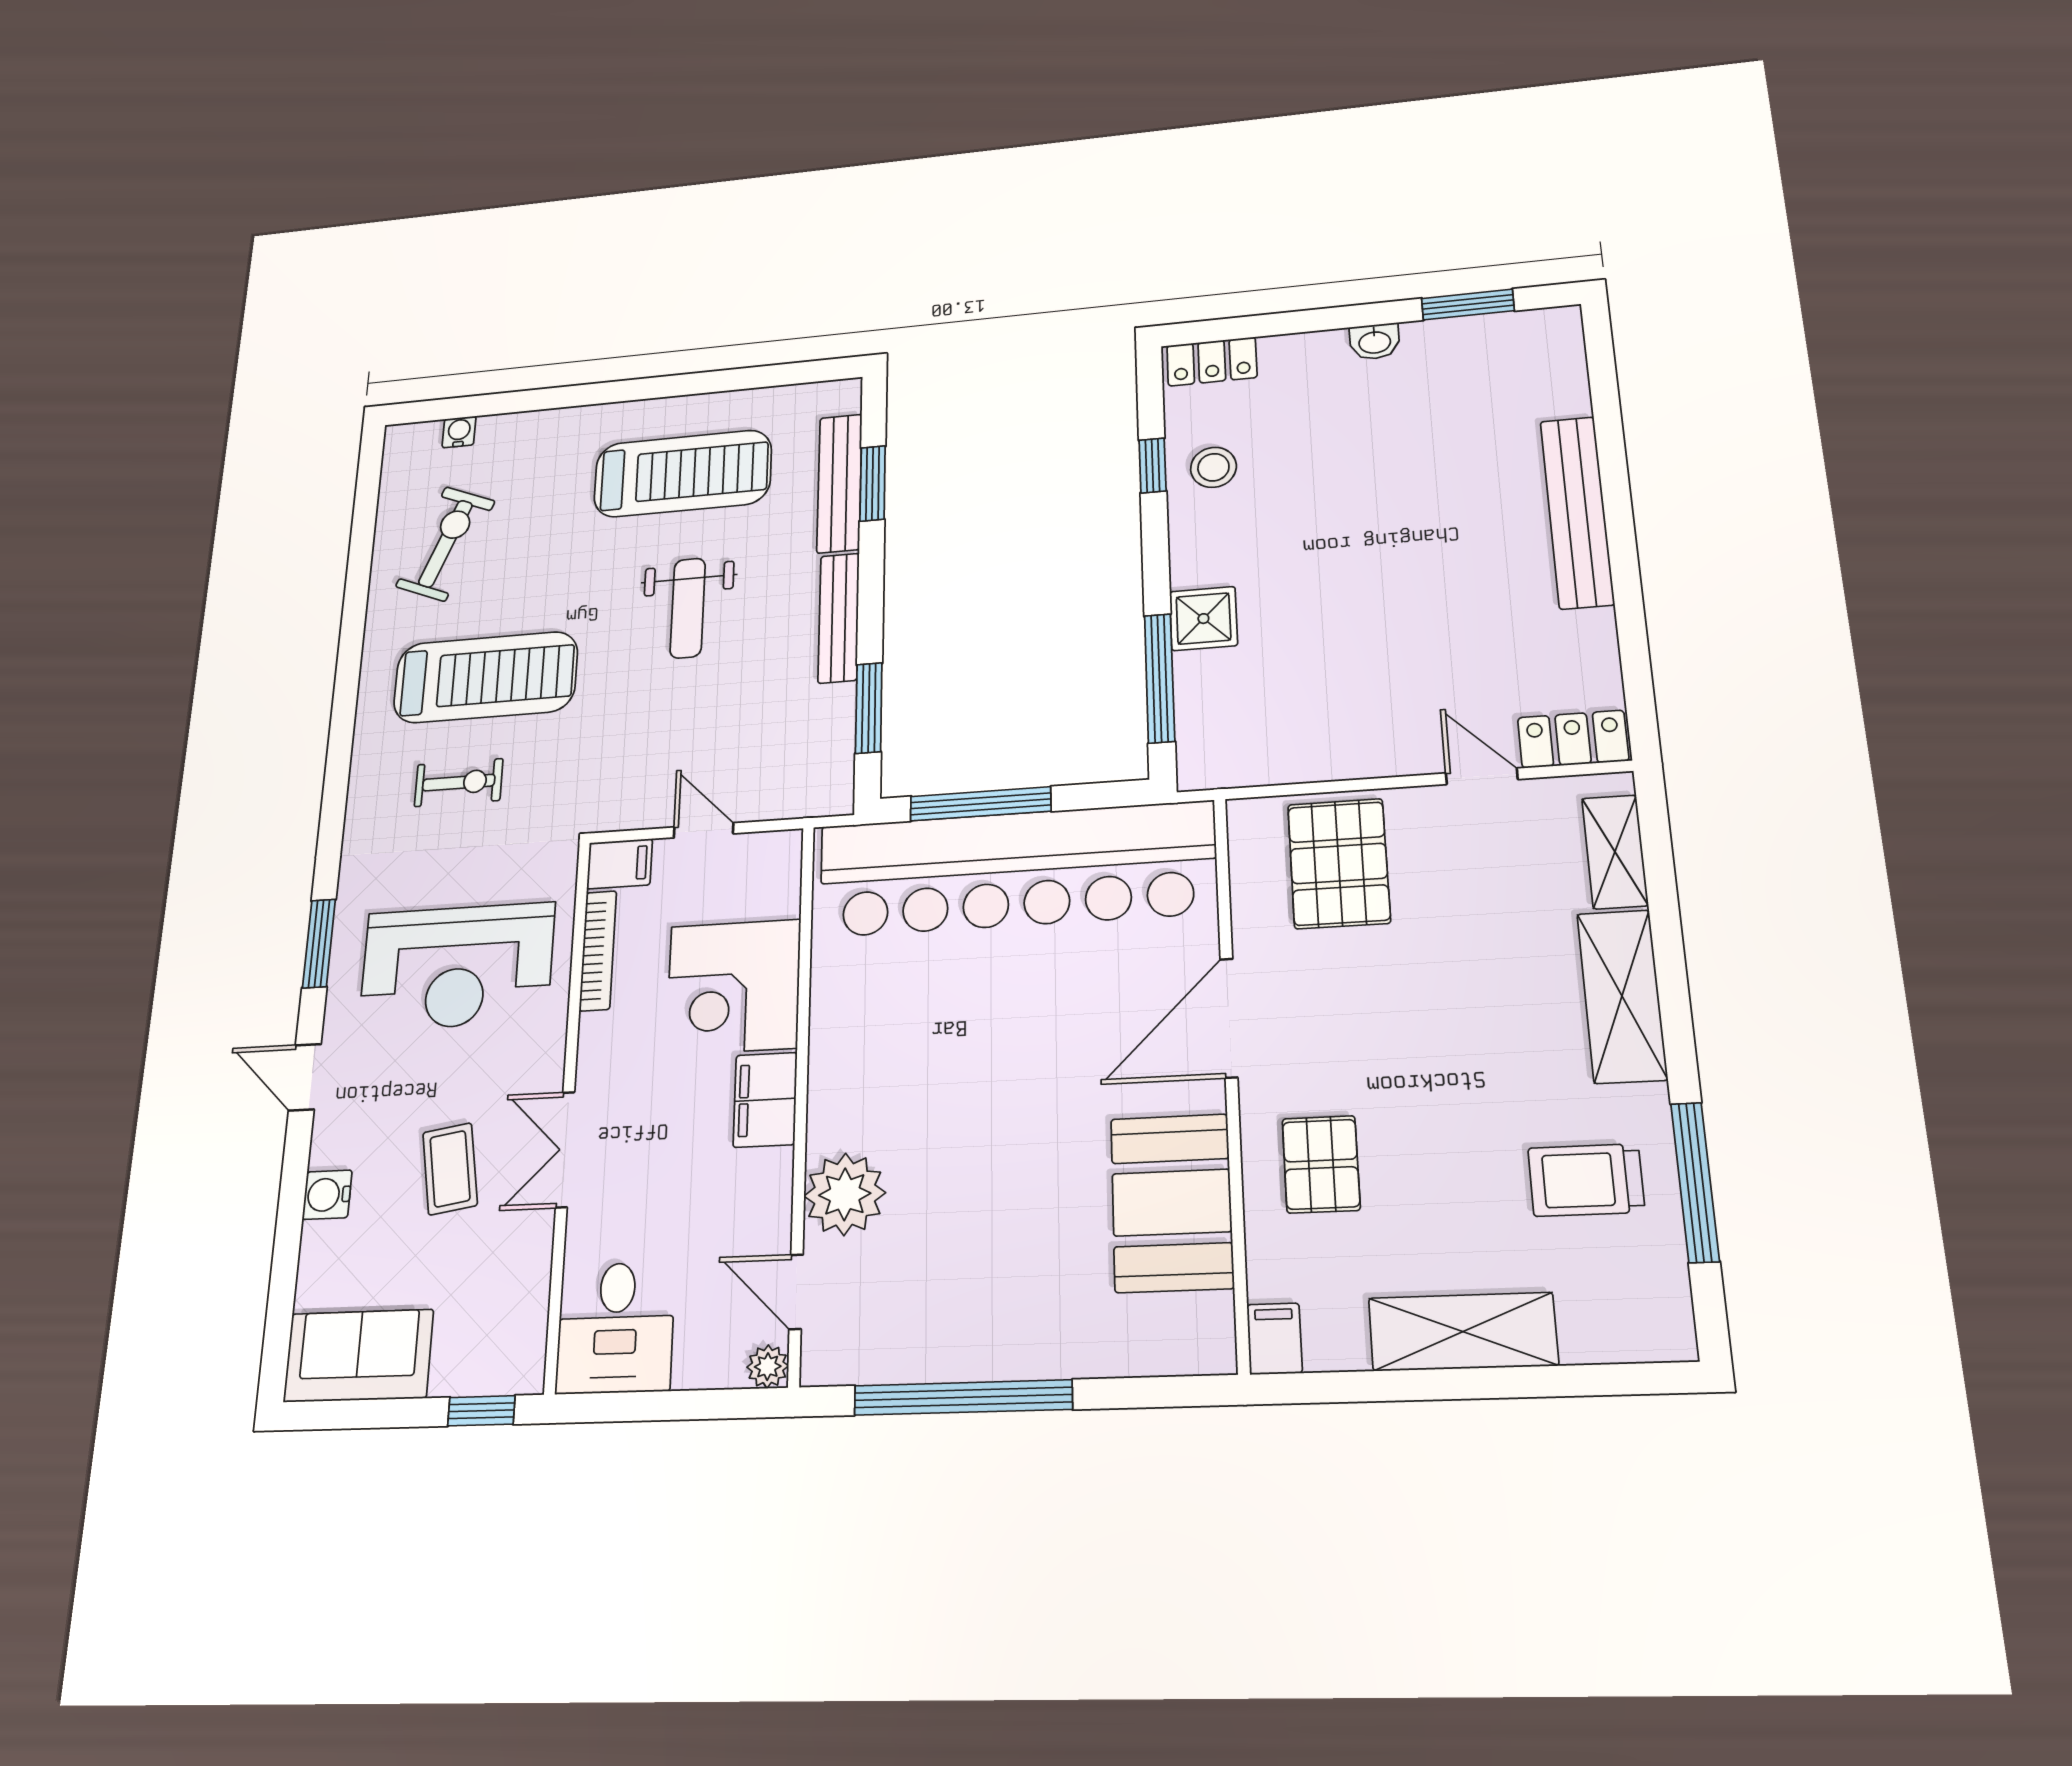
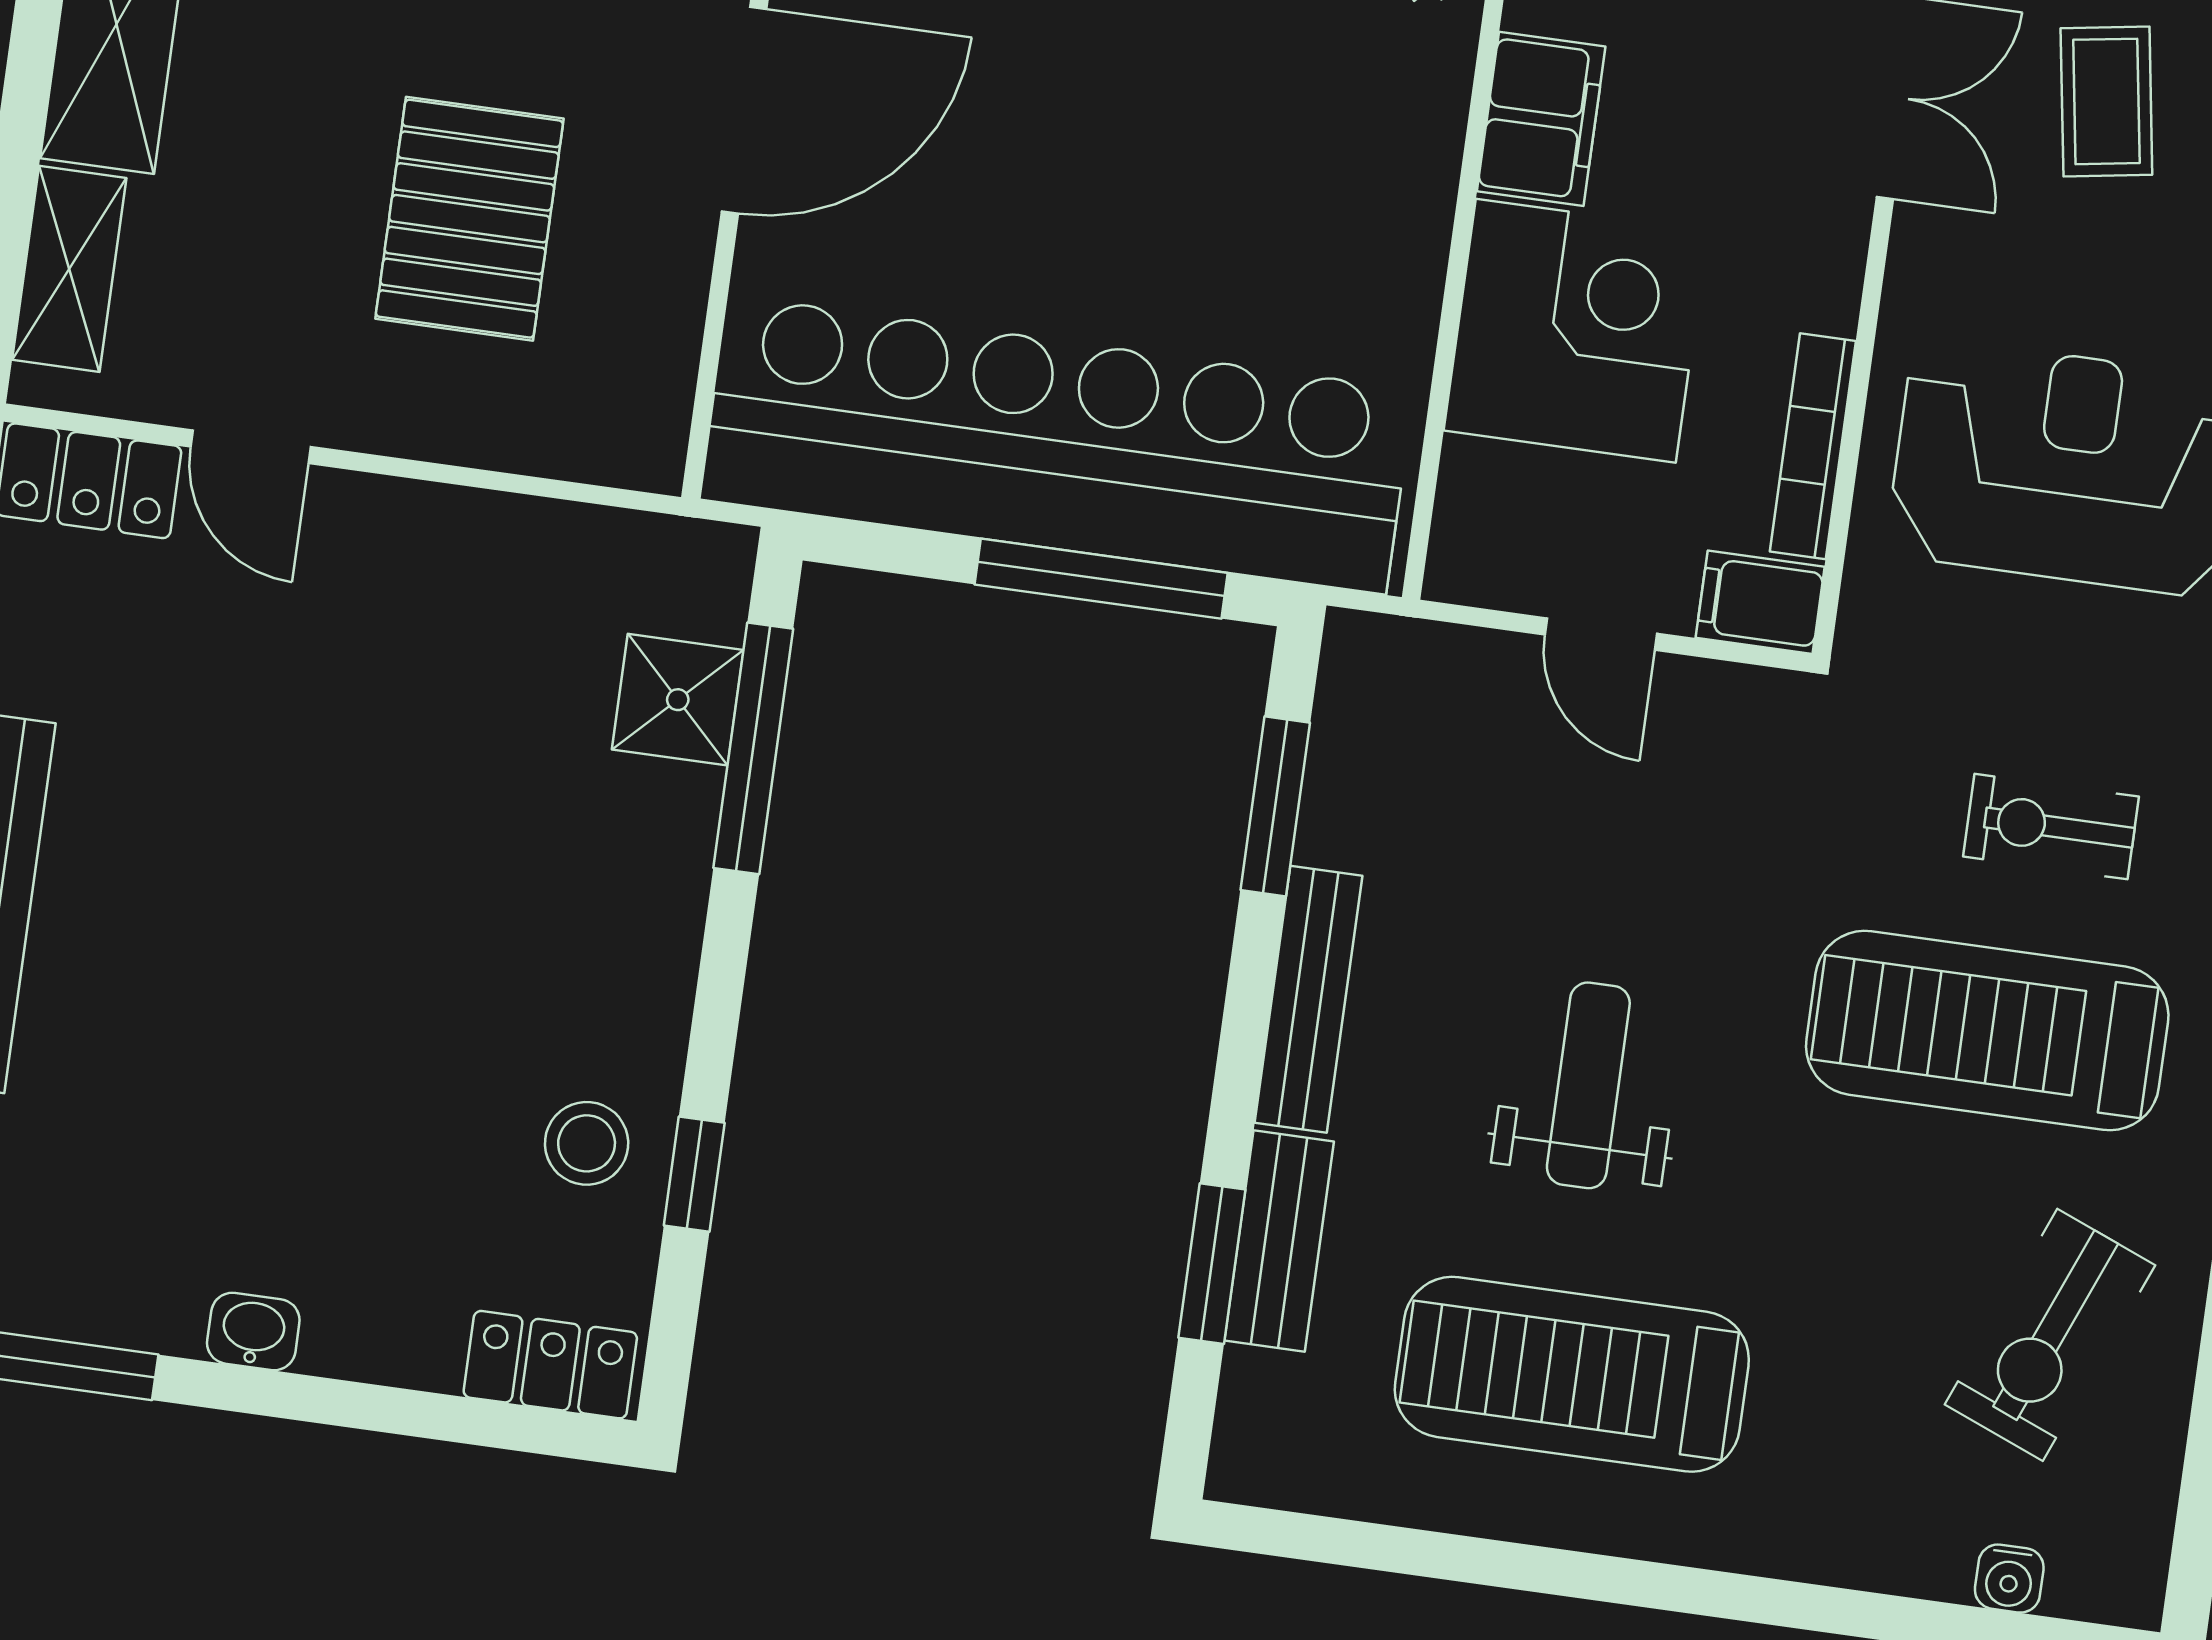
bench: (840, 483) -> (1279, 1241), width x0.73
shower: (1203, 619) -> (678, 700), moved
pallet: (1339, 863) -> (469, 219), moved

